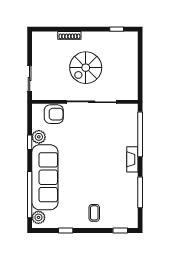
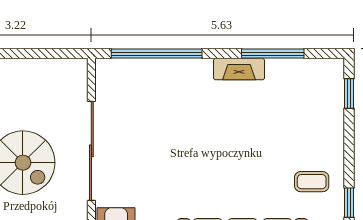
fireplace: (132, 159) -> (239, 69), moved
coffee table: (94, 213) -> (312, 182), moved

